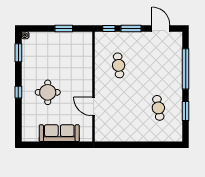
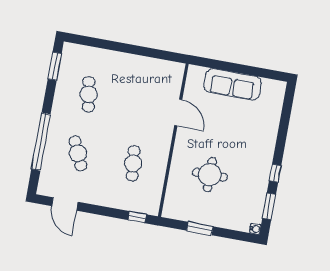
window: (131, 28) -> (107, 212), removed
cafe table: (158, 65) -> (78, 153), added
window: (18, 92) -> (275, 173), moved
round table: (48, 92) -> (210, 175), moved
window: (186, 111) -> (55, 66), moved

